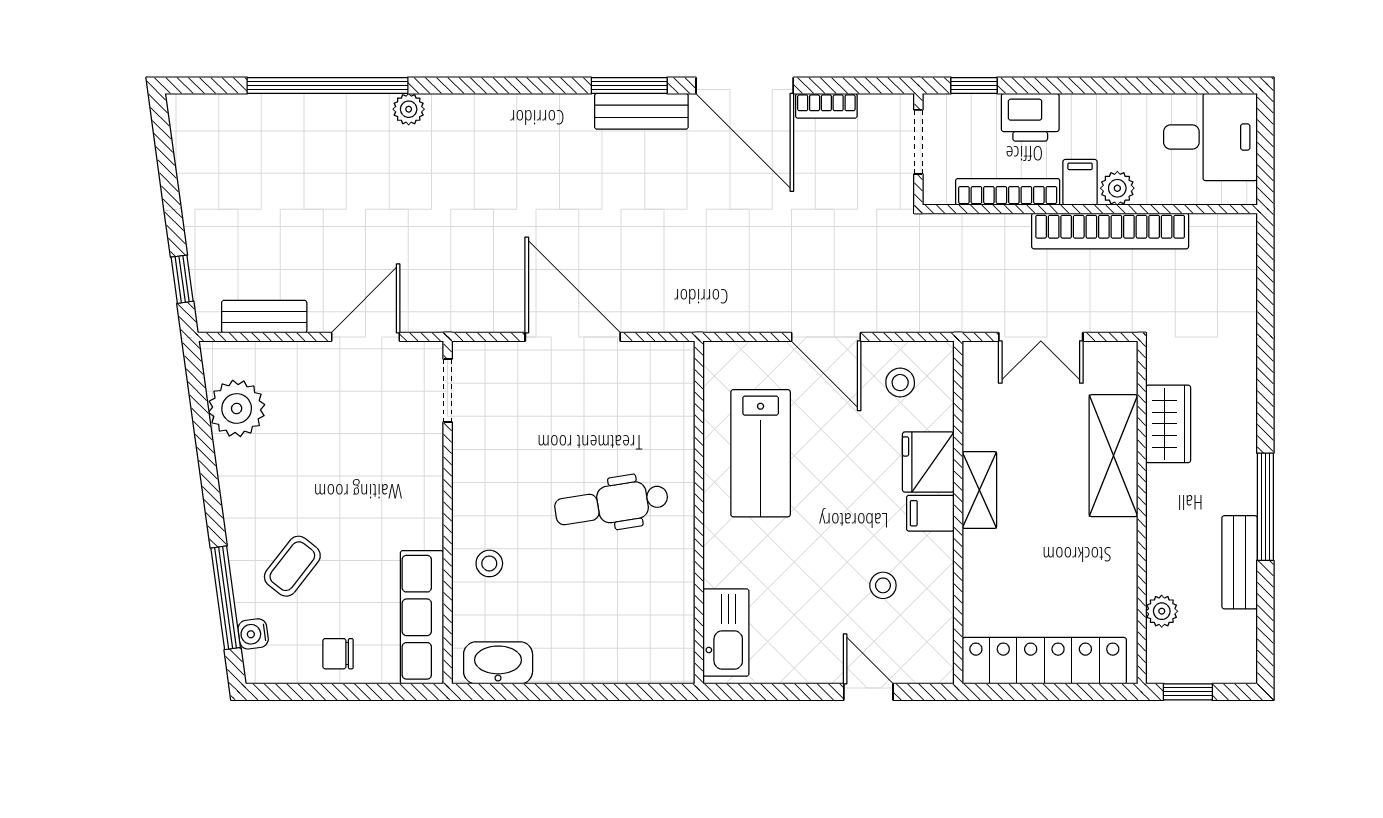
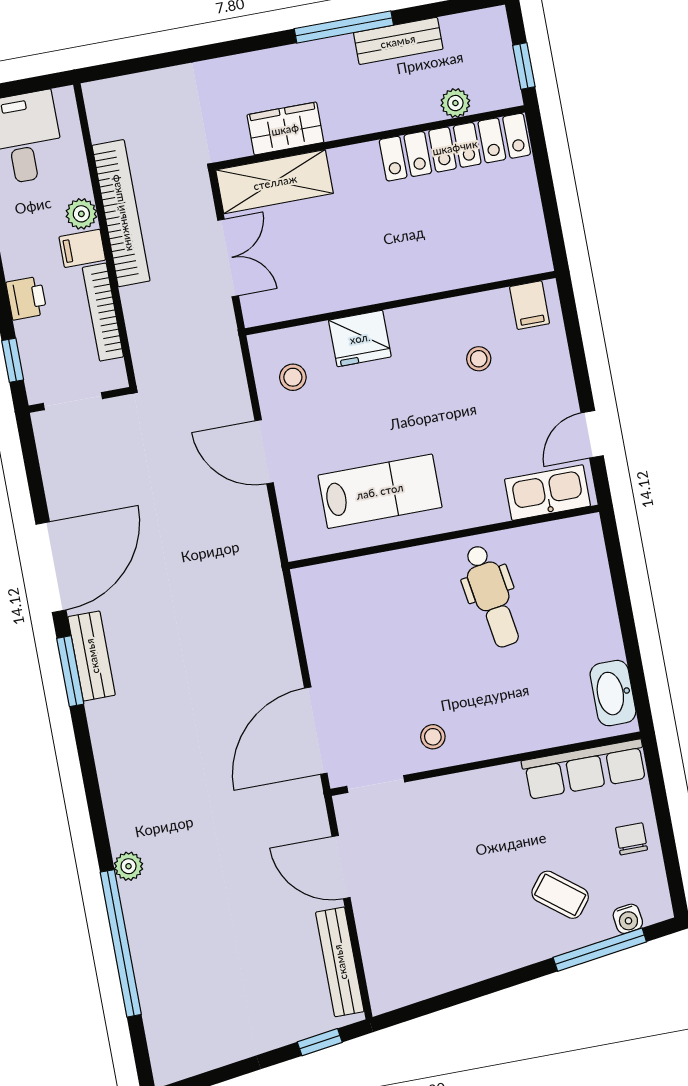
bookcase: (826, 106) -> (56, 490), removed
printer: (1030, 117) -> (26, 298), width x0.73, depth x0.81
bench: (264, 317) -> (340, 962), width x1.36
door: (573, 337) -> (316, 731), moved
door: (826, 337) -> (264, 452), swing flipped
plant: (237, 408) -> (427, 971), removed
shelving: (1113, 456) -> (275, 182), moved
shelving: (979, 490) -> (377, 288), removed
dental chair: (611, 504) -> (492, 596), moved
filing cabinet: (930, 513) -> (530, 305), moved
stool: (489, 563) -> (433, 737), moved
chair: (338, 654) -> (631, 839), turned 180
locker: (1044, 661) -> (455, 147), moved, turned -90
door: (868, 692) -> (592, 434), moved

